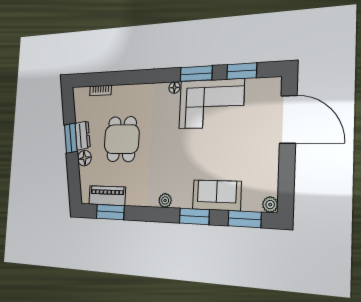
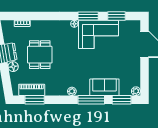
window: (194, 216) -> (91, 100), width x1.44

